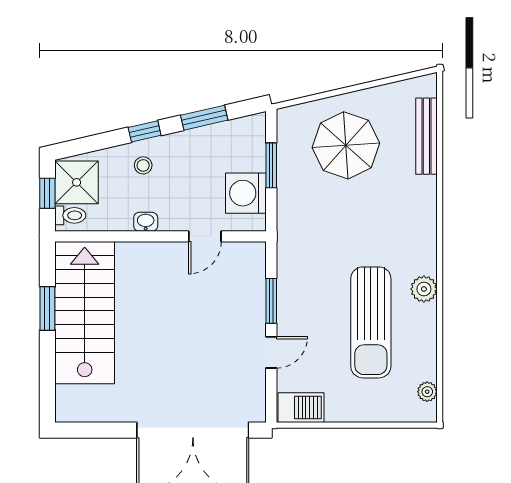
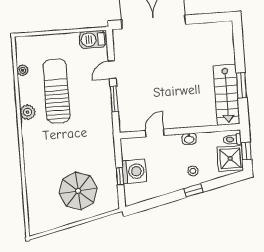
window: (204, 118) -> (160, 201), removed
bench: (426, 136) -> (33, 199), removed
window: (271, 165) -> (120, 176), width x0.67
washing machine: (246, 193) -> (134, 171), moved
stairs: (85, 313) -> (227, 95), width x0.73, depth x0.66
plant: (427, 392) -> (23, 70), moved

